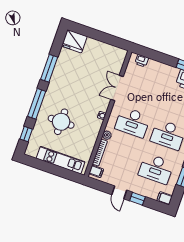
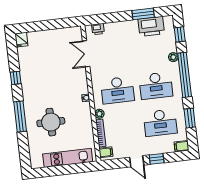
fridge: (74, 41) -> (21, 40), width x0.53, depth x0.75
window: (49, 68) -> (16, 78), width x0.46
double door: (117, 88) -> (86, 54), moved
window: (26, 134) -> (24, 149), removed

